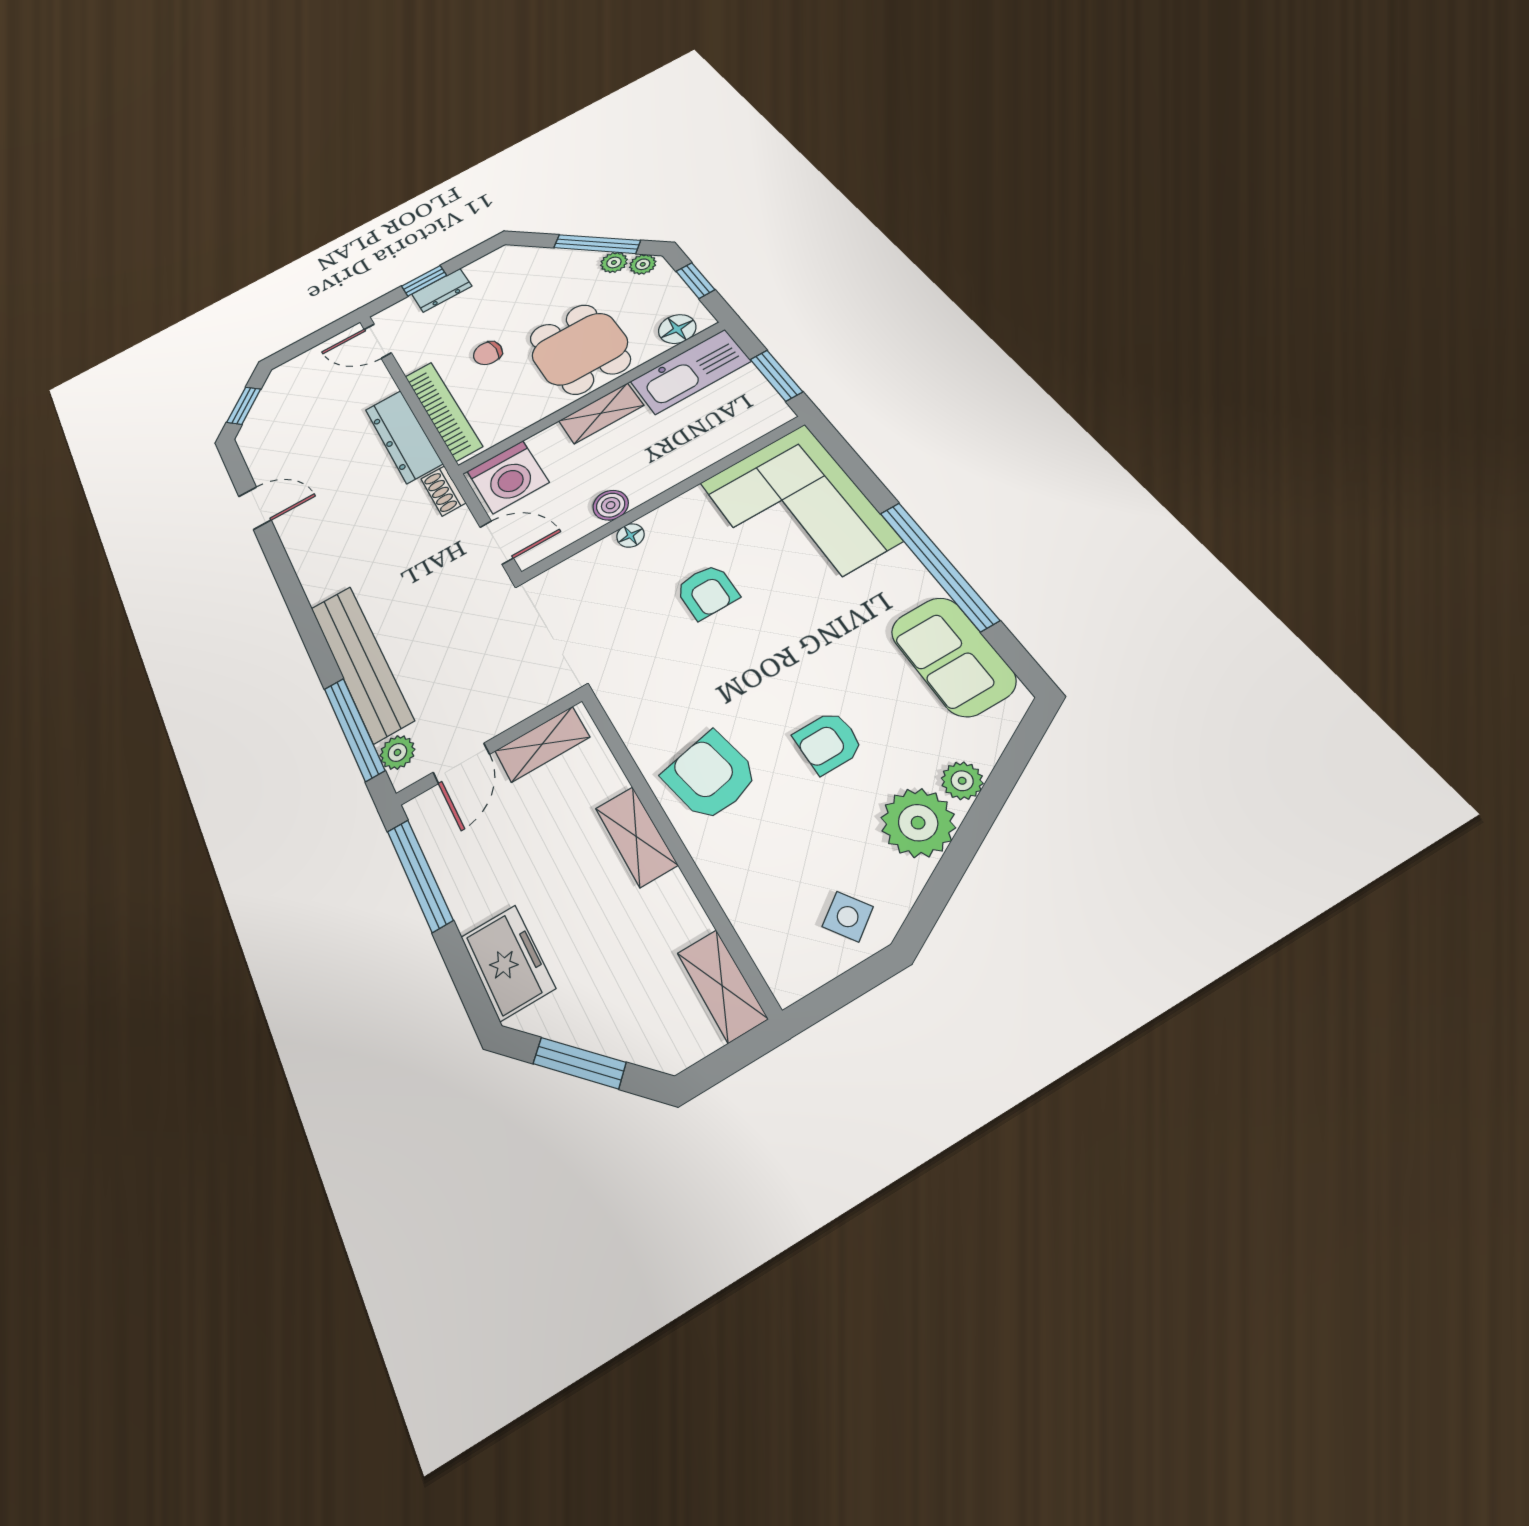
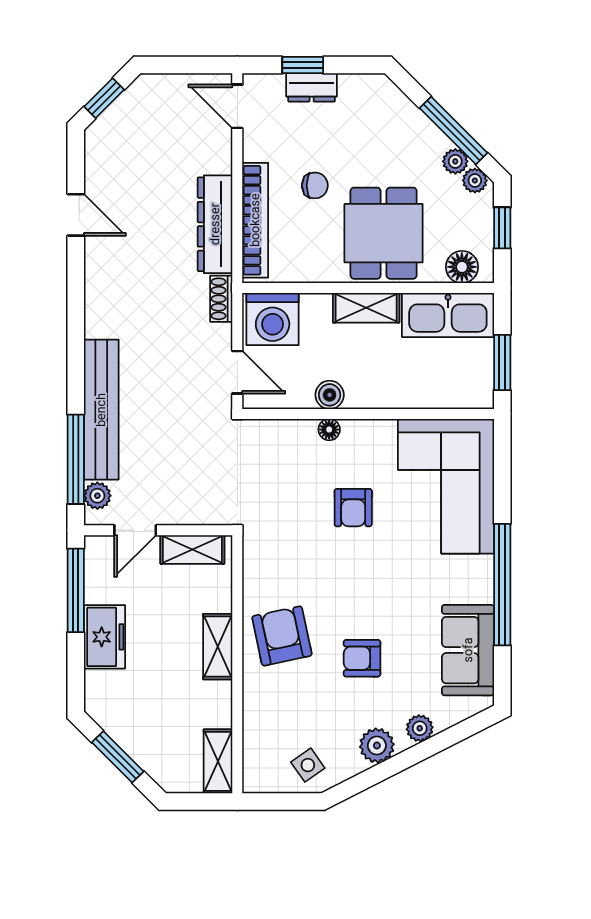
chair: (488, 353) -> (315, 185), turned 180
plant: (918, 823) -> (377, 745), width x0.73, depth x0.73
freezer: (508, 962) -> (104, 637), moved

